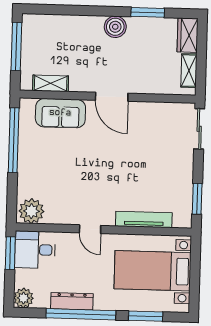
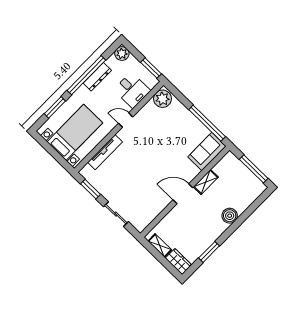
boiler: (115, 27) -> (230, 216), moved
shelving: (51, 83) -> (206, 182), moved
sofa: (60, 113) -> (207, 152), moved
sliding door: (199, 129) -> (116, 214), moved
desk: (35, 250) -> (132, 90), moved, turned 90

